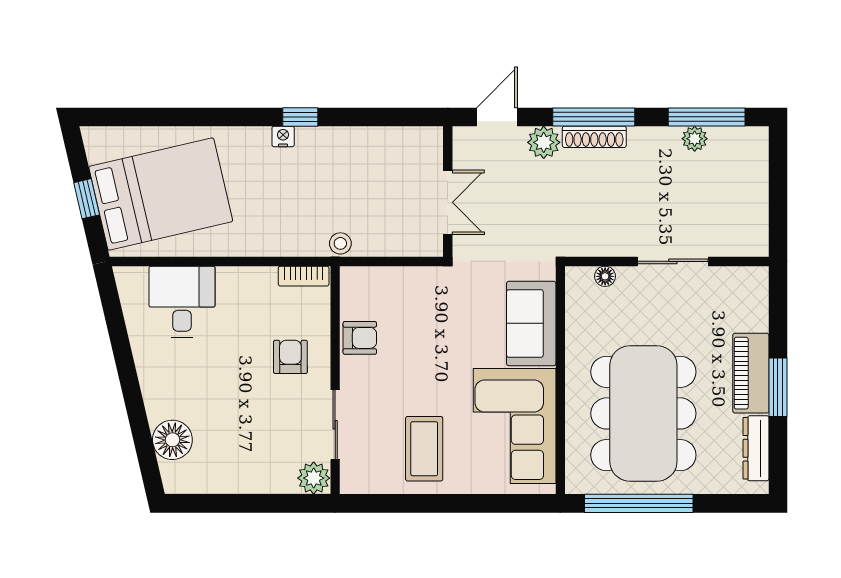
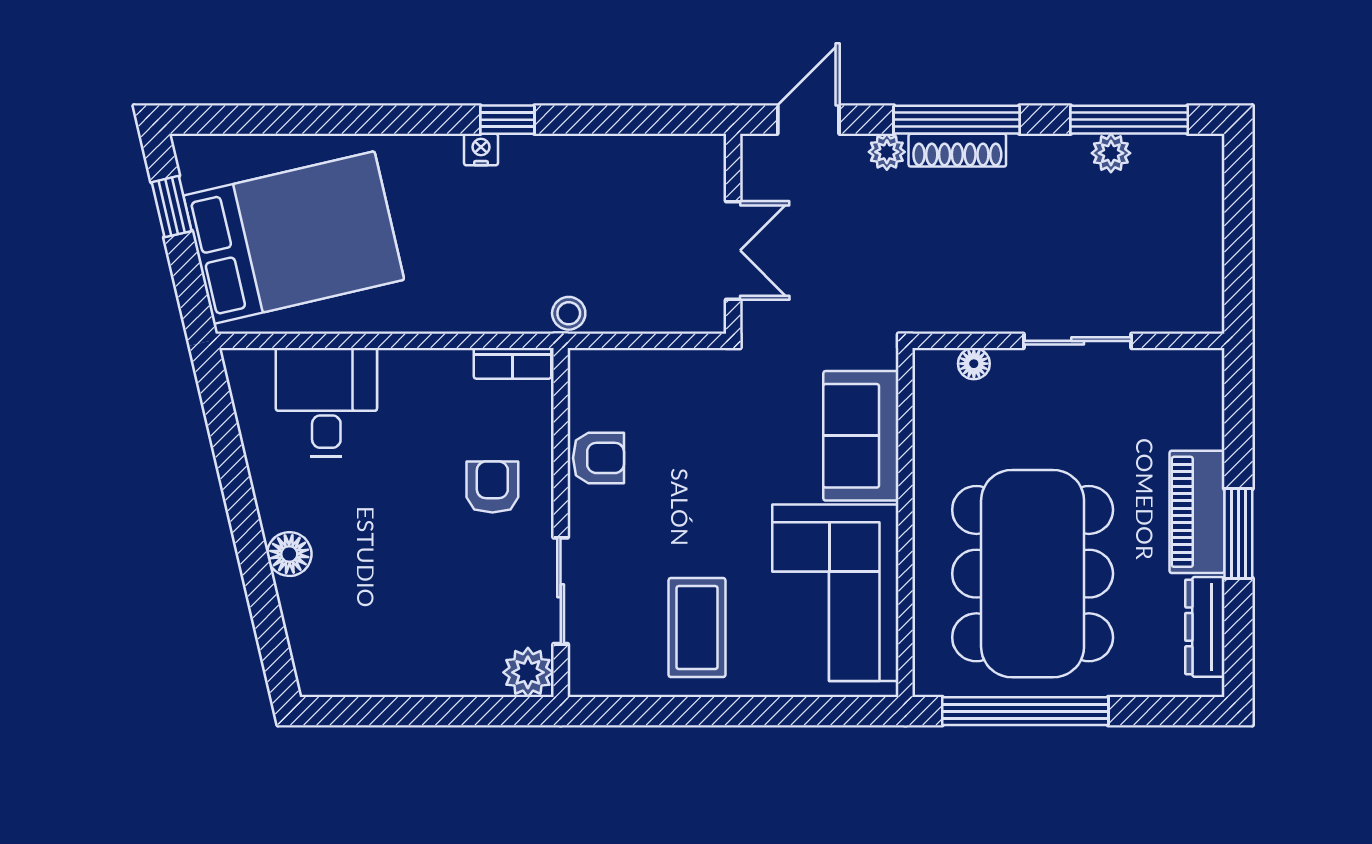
plant: (544, 142) -> (887, 152), width x0.73, depth x0.73
window: (87, 199) -> (172, 207), moved
floor lamp: (172, 440) -> (289, 554), moved, width x0.73, depth x0.73

